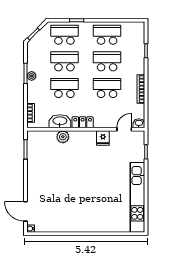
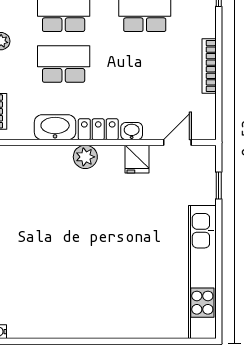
school desk: (107, 88) -> (145, 64), removed
washbasin: (139, 123) -> (132, 131), moved
plant: (63, 137) -> (85, 157), moved

